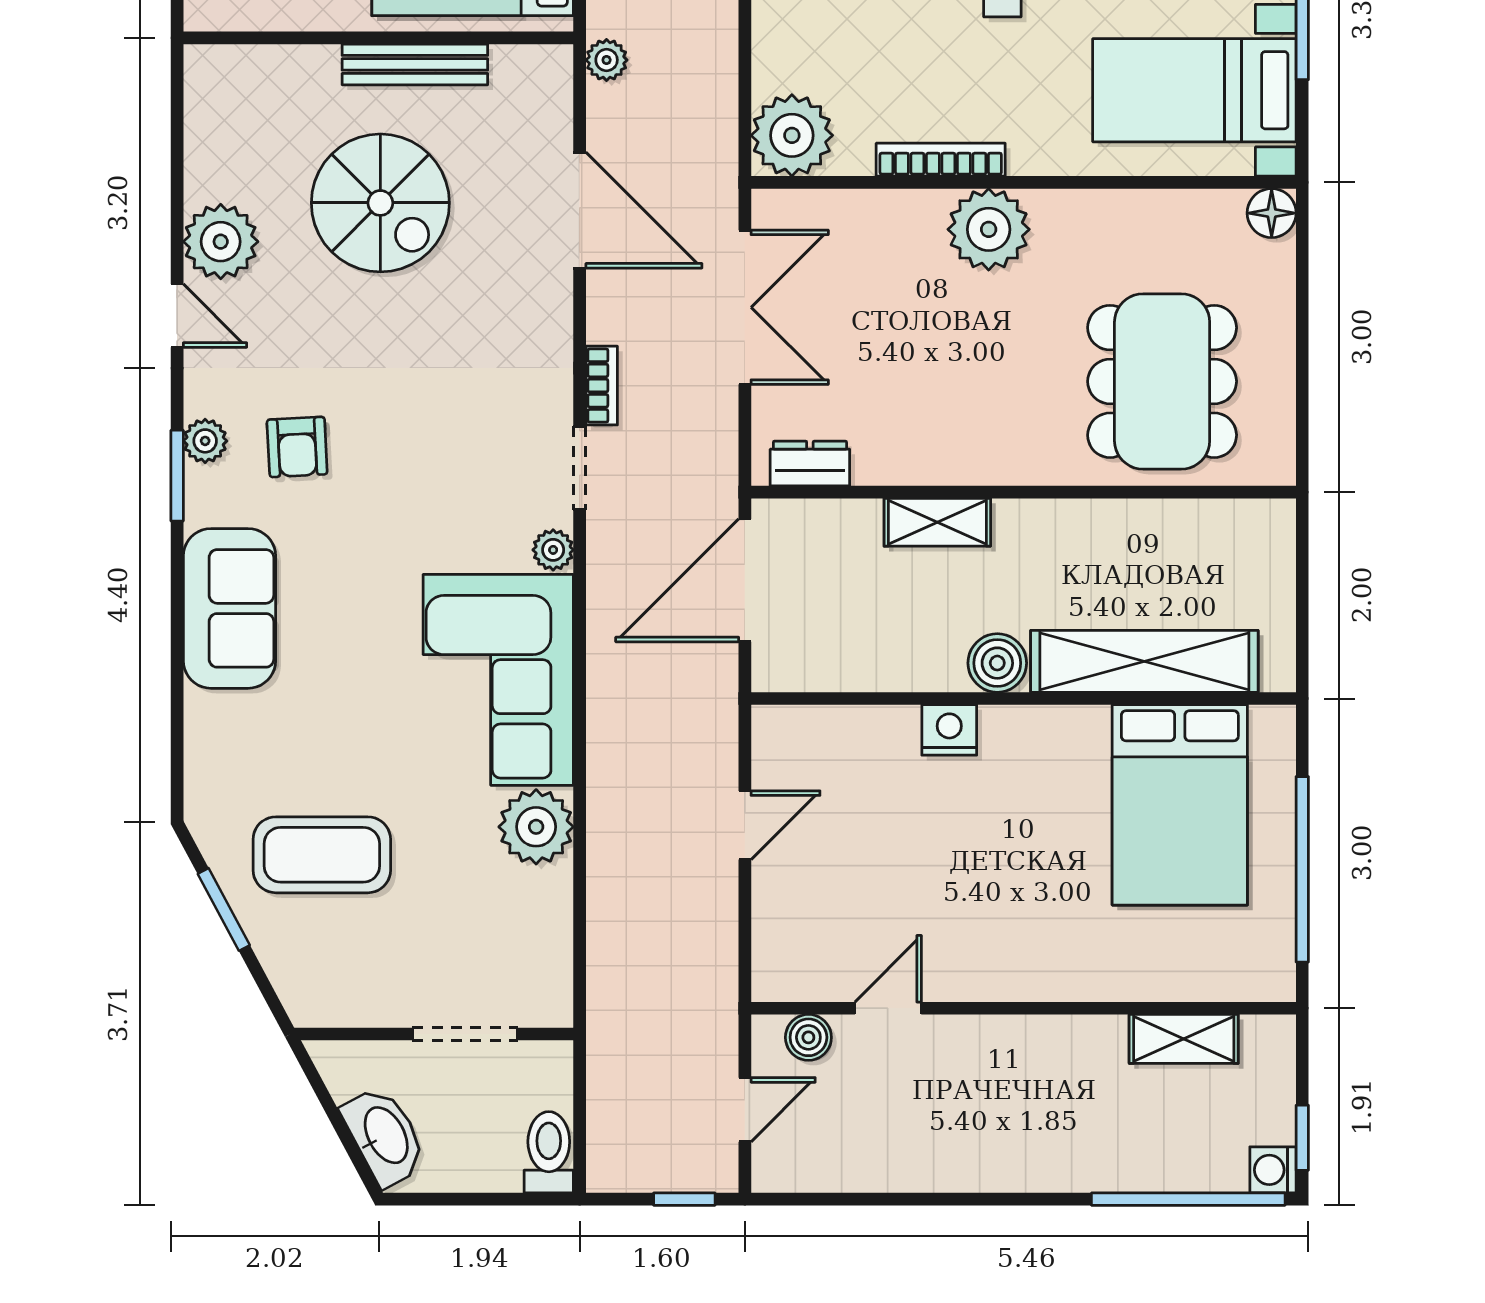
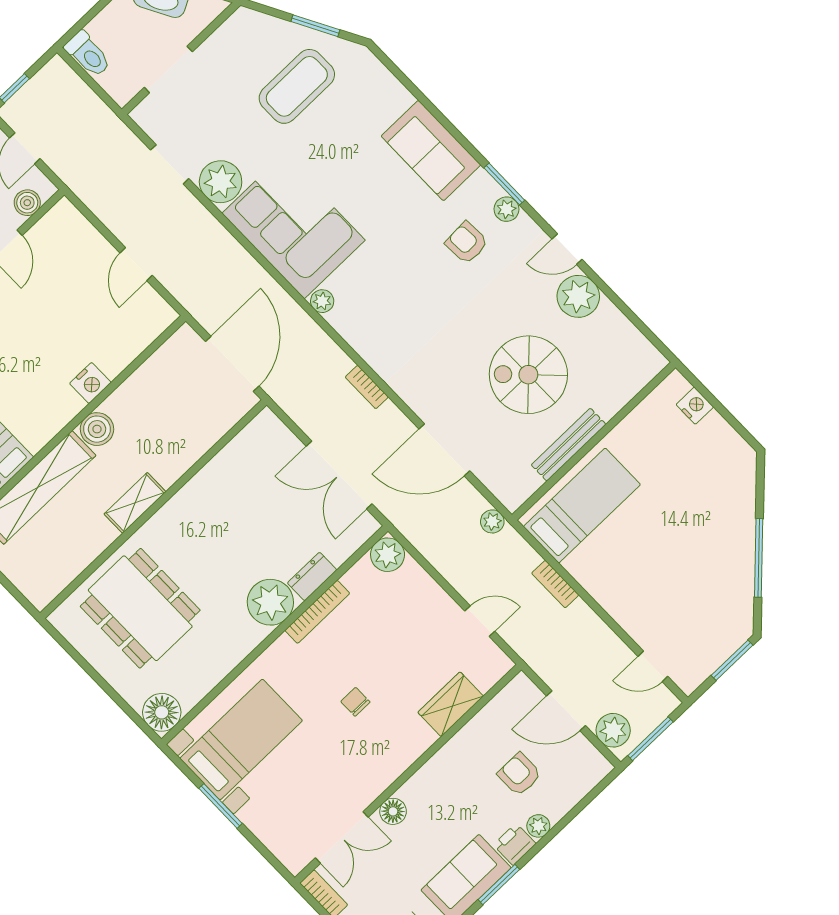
plant: (792, 135) -> (388, 555), width x0.73, depth x0.73
floor lamp: (1272, 213) -> (162, 712), width x1.38, depth x1.38
dresser: (810, 463) -> (312, 577), moved, turned 180
doorway: (580, 468) -> (170, 164), moved
shelving: (937, 522) -> (135, 503), moved

